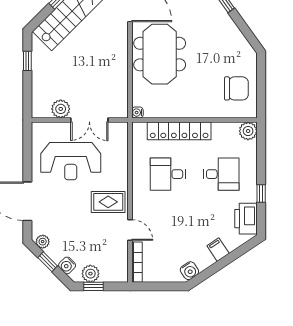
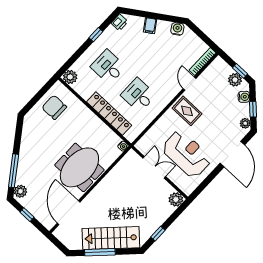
plant: (61, 109) -> (176, 199), moved
desk: (168, 174) -> (138, 95), turned 180
printer: (246, 219) -> (120, 22), width x0.53, depth x0.68

